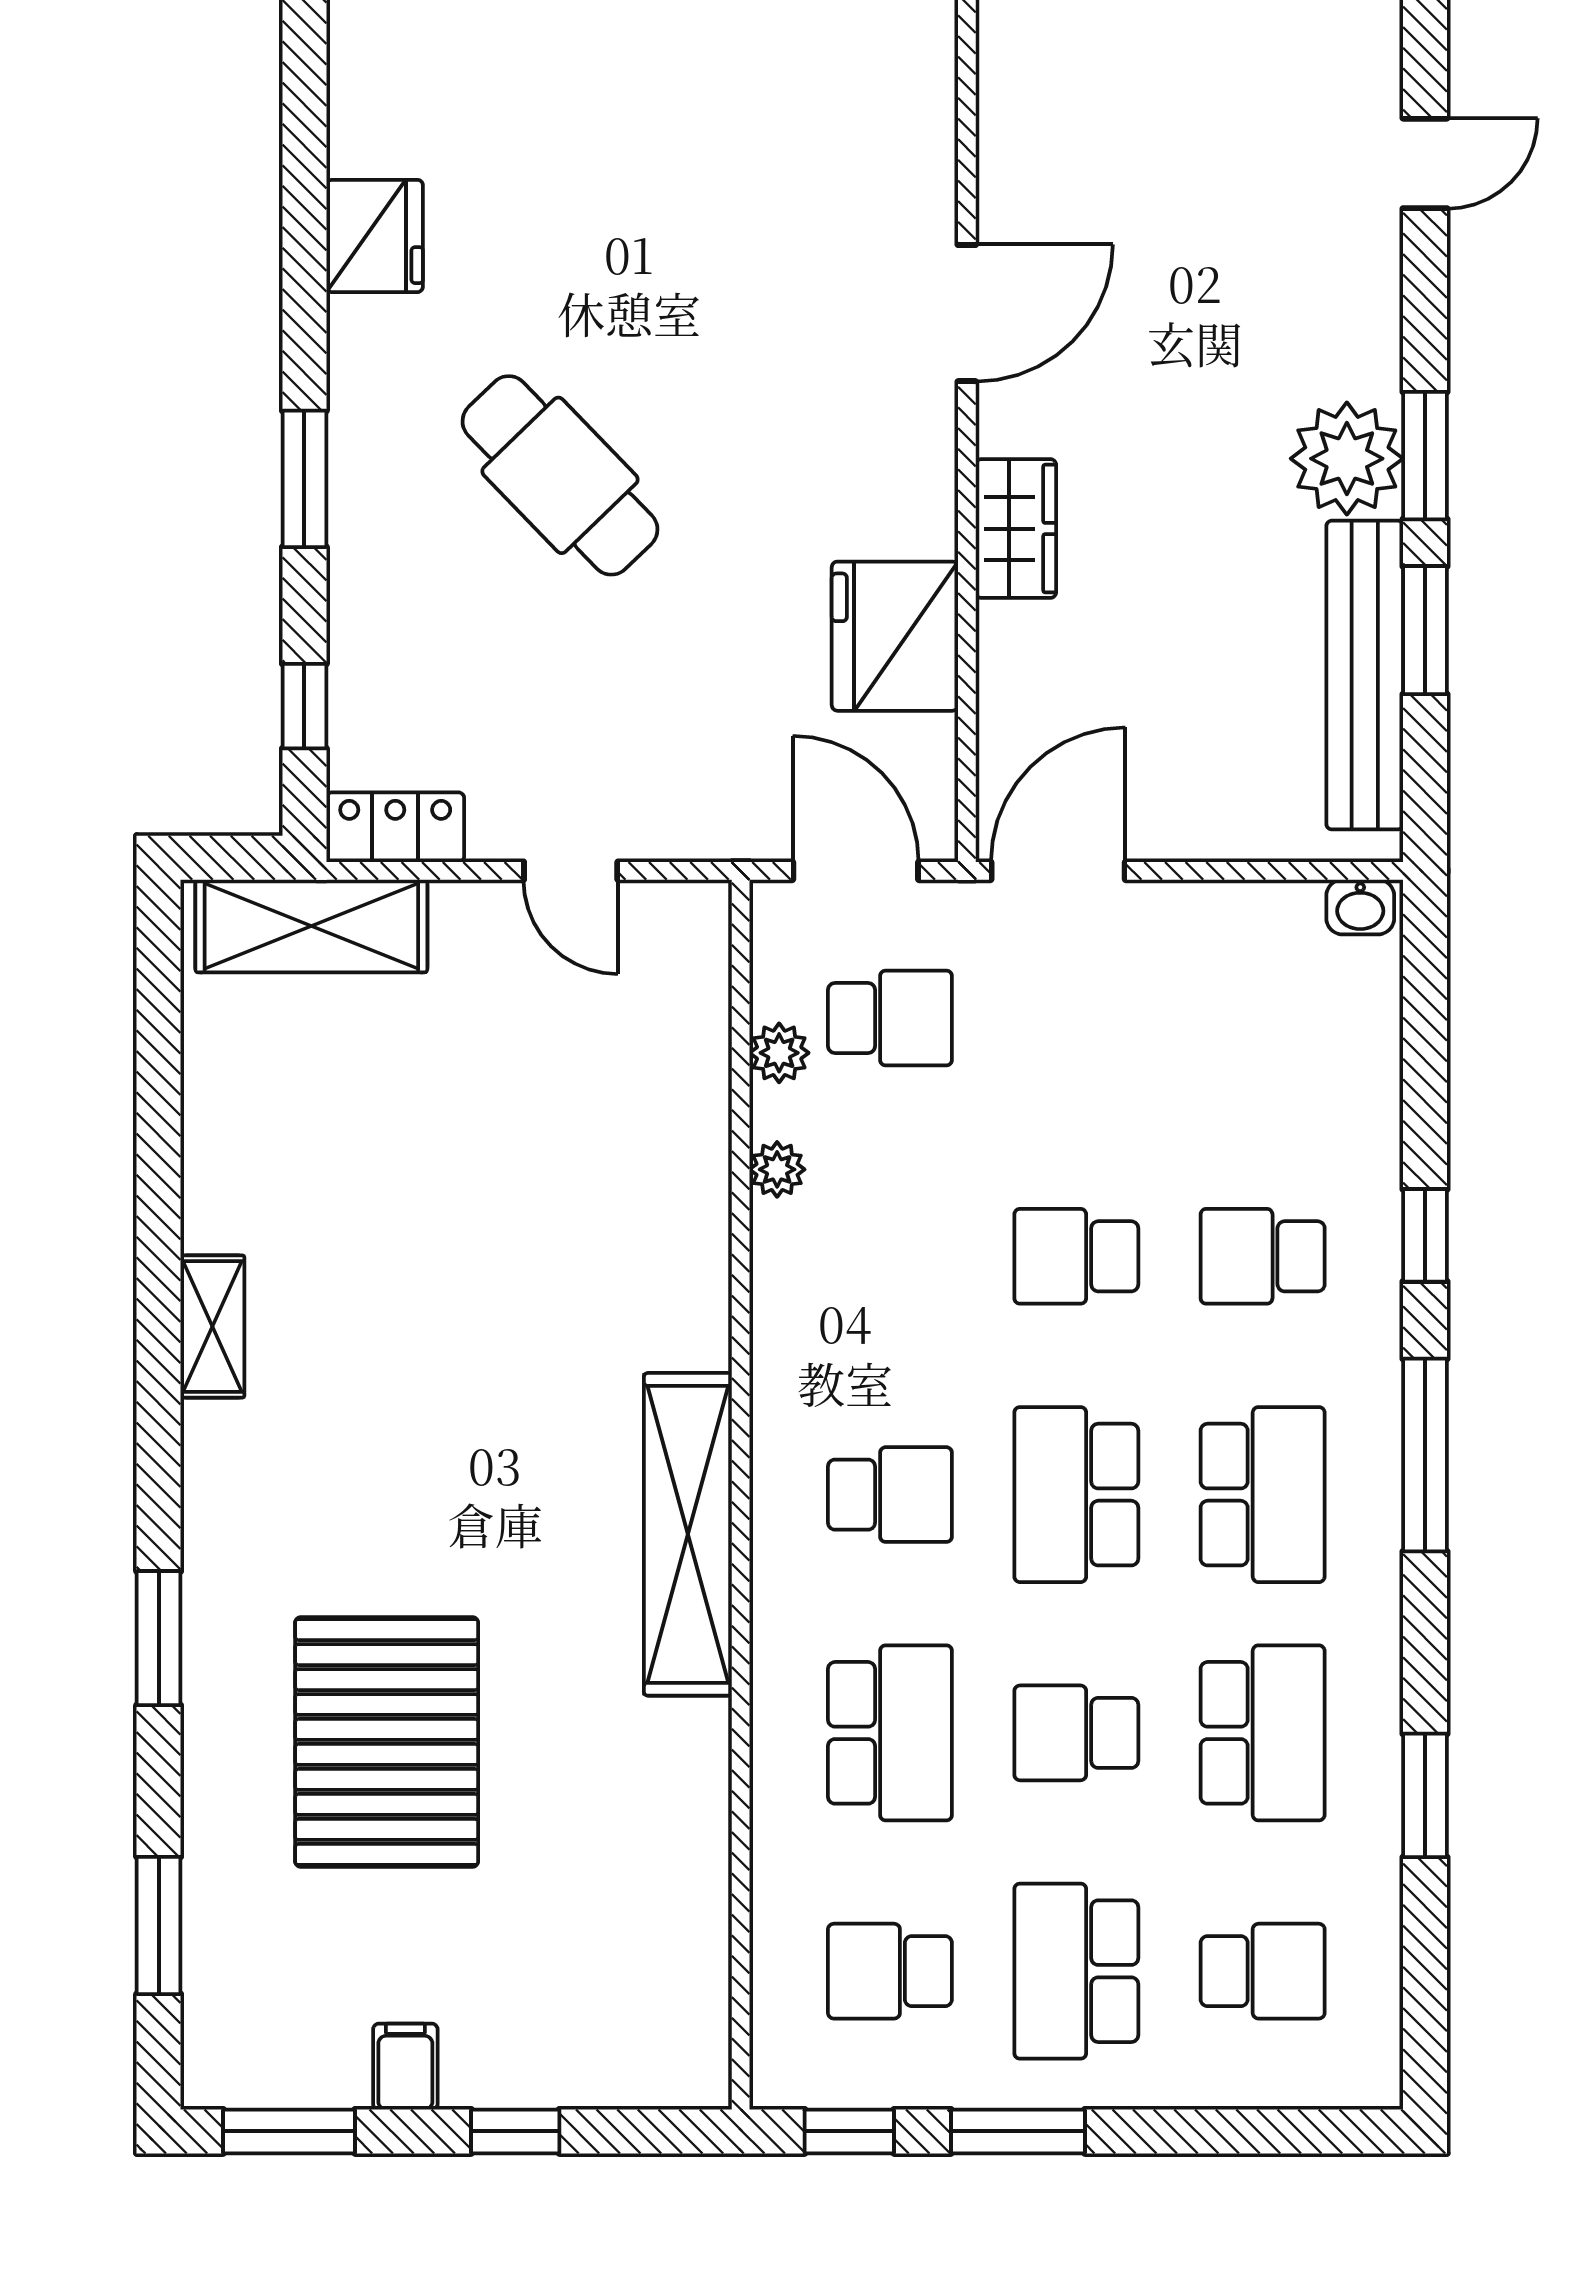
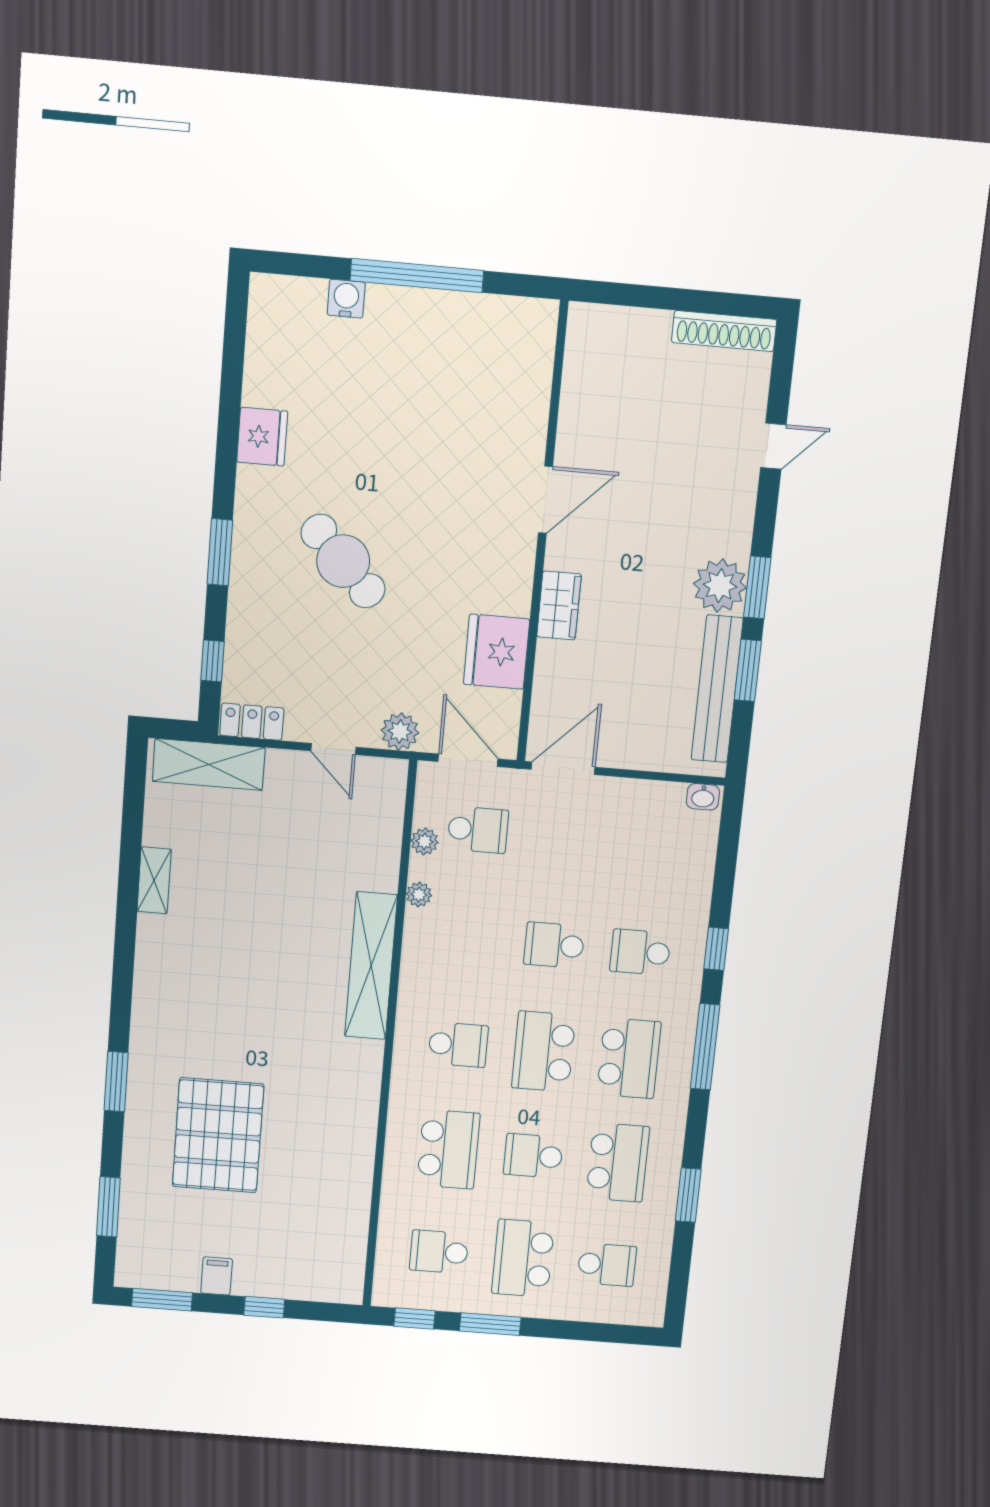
plant: (707, 822) -> (400, 732), added
shelving: (212, 1327) -> (154, 880), moved
shelving: (688, 1534) -> (371, 966), moved

